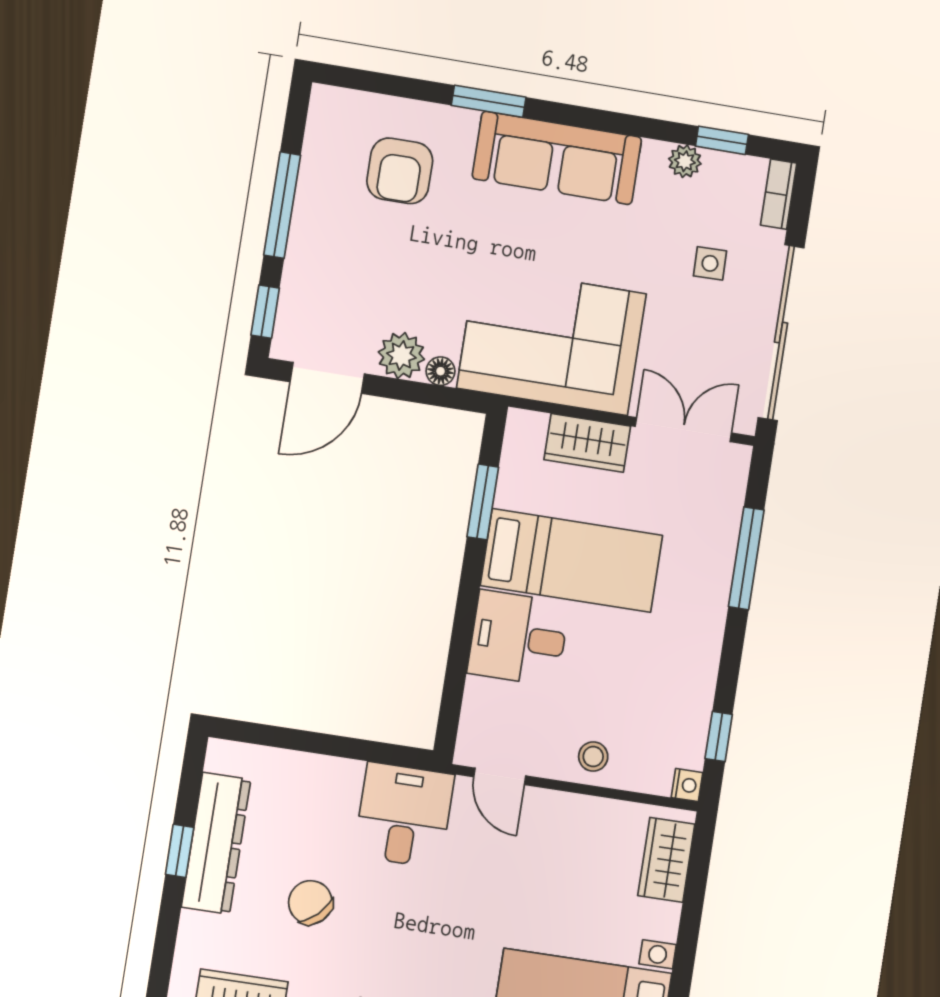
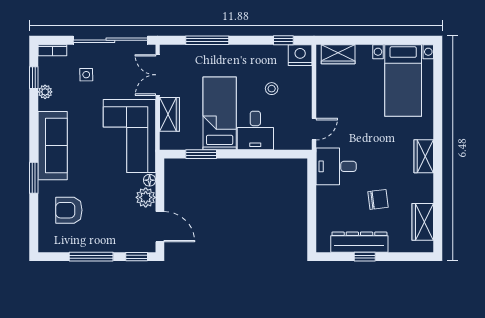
armchair: (400, 171) -> (69, 210), turned 180
stool: (593, 757) -> (272, 89), moved
nightstand: (687, 785) -> (300, 55), width x1.89, depth x1.79
chair: (310, 902) -> (378, 199), turned -143

